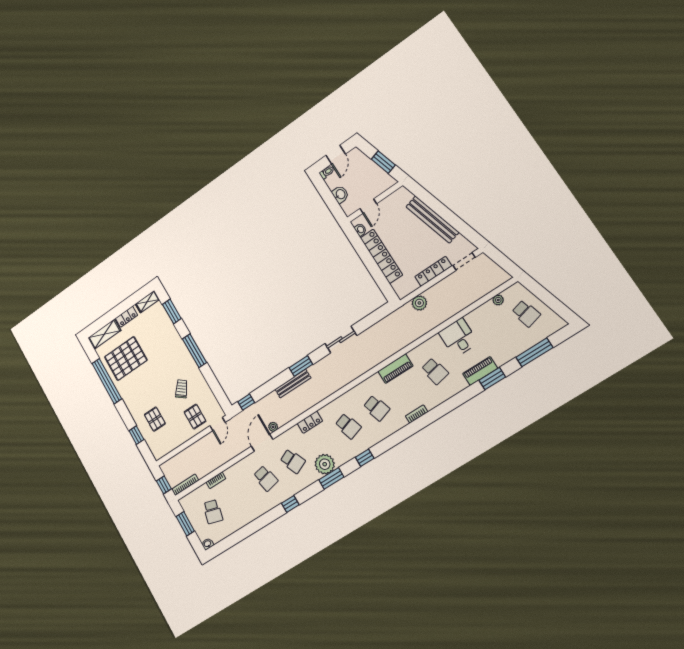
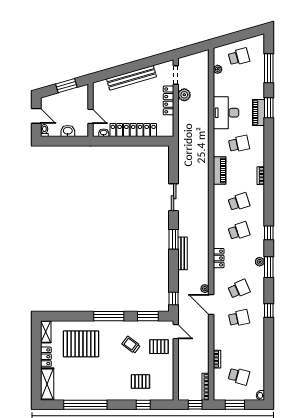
plant: (419, 303) -> (184, 95), moved
window: (172, 312) -> (148, 316), moved
desk: (458, 338) -> (226, 113), width x1.37
pallet: (126, 359) -> (81, 344), moved, turned 90
plant: (325, 464) -> (260, 262), width x0.53, depth x0.53

